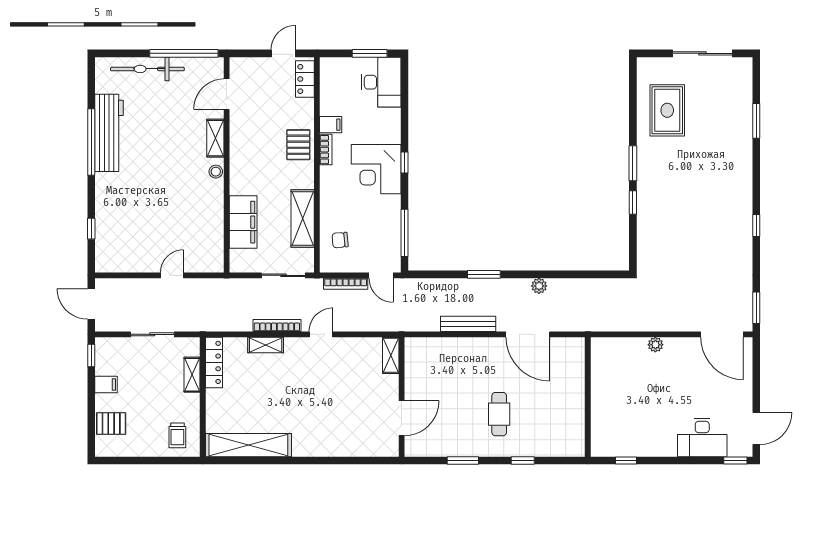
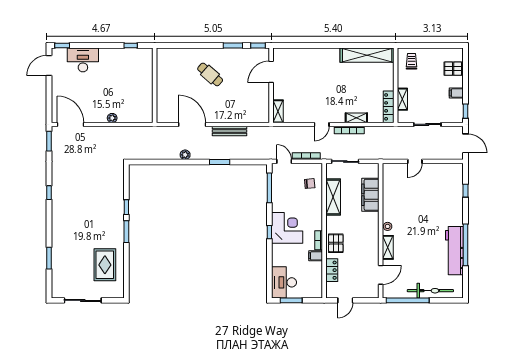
locker: (305, 79) -> (332, 270), moved
cafe table: (499, 414) -> (210, 74), turned -49
window: (523, 460) -> (258, 45), moved

